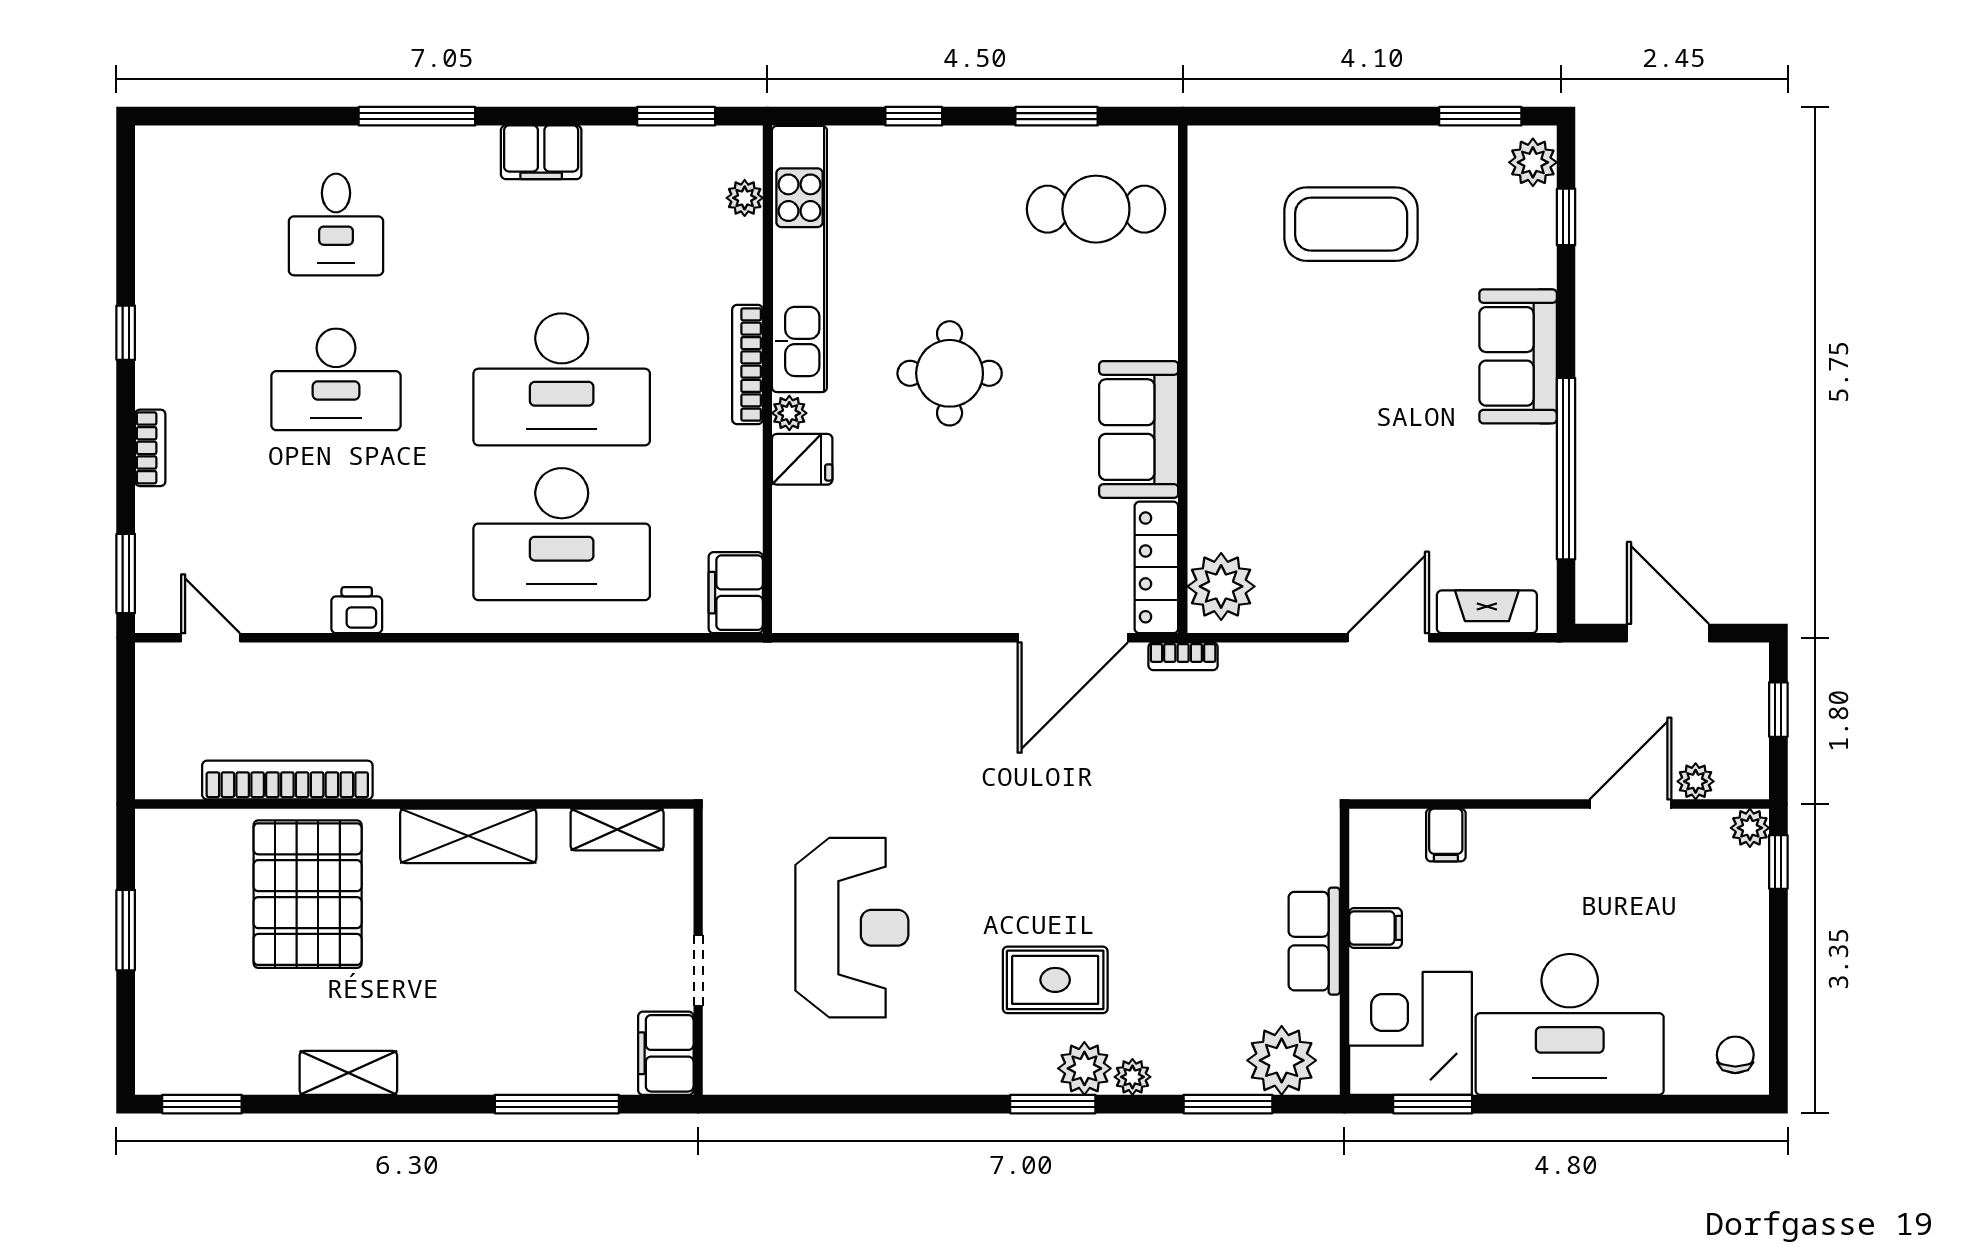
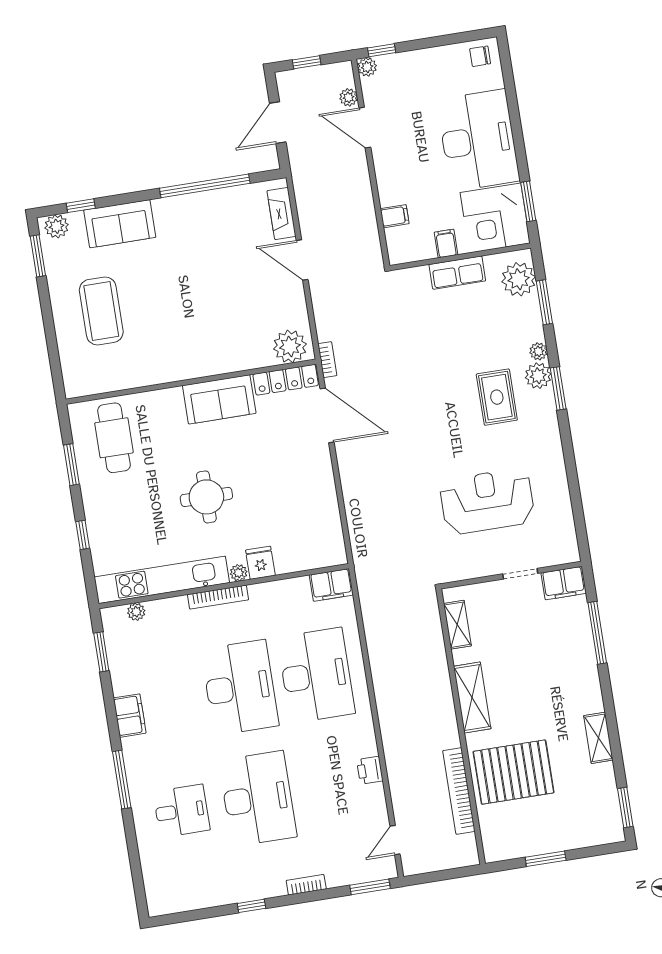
sofa: (1518, 356) -> (120, 224), moved
desk: (336, 379) -> (258, 799), width x1.36, depth x1.30

